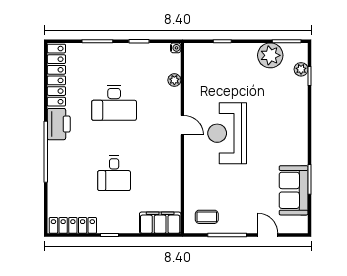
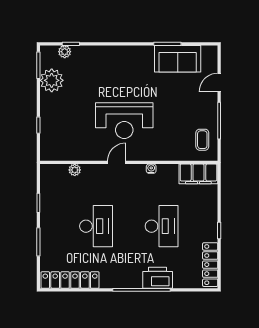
water cooler: (176, 48) -> (151, 169), moved
printer: (59, 124) -> (158, 278), moved
desk: (114, 173) -> (162, 226), width x1.37
filing cabinet: (160, 223) -> (198, 174), moved, turned -90

